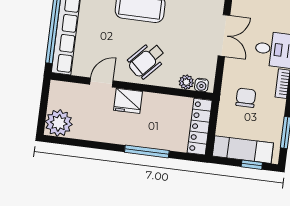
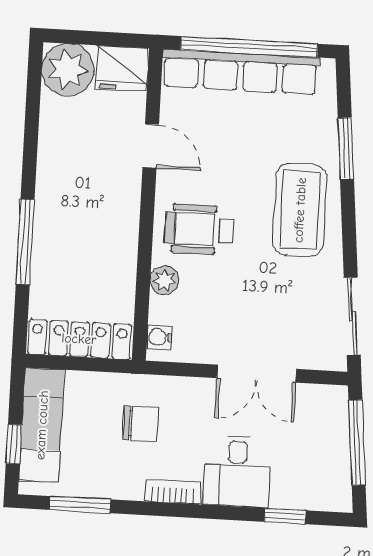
wheelchair: (147, 60) -> (199, 229), turned -43
plant: (186, 82) -> (164, 280), moved
fridge: (128, 101) -> (122, 68), moved, turned -90

